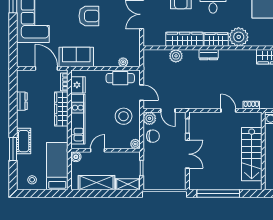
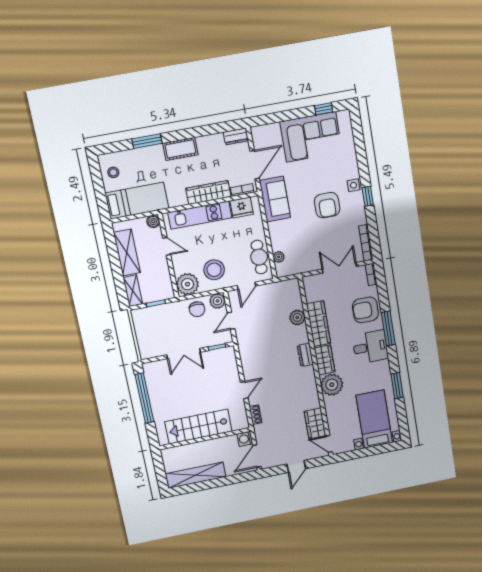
dresser: (22, 101) -> (236, 136), moved
cot: (24, 141) -> (180, 149), moved
plant: (135, 144) -> (187, 284), width x1.87, depth x1.87

